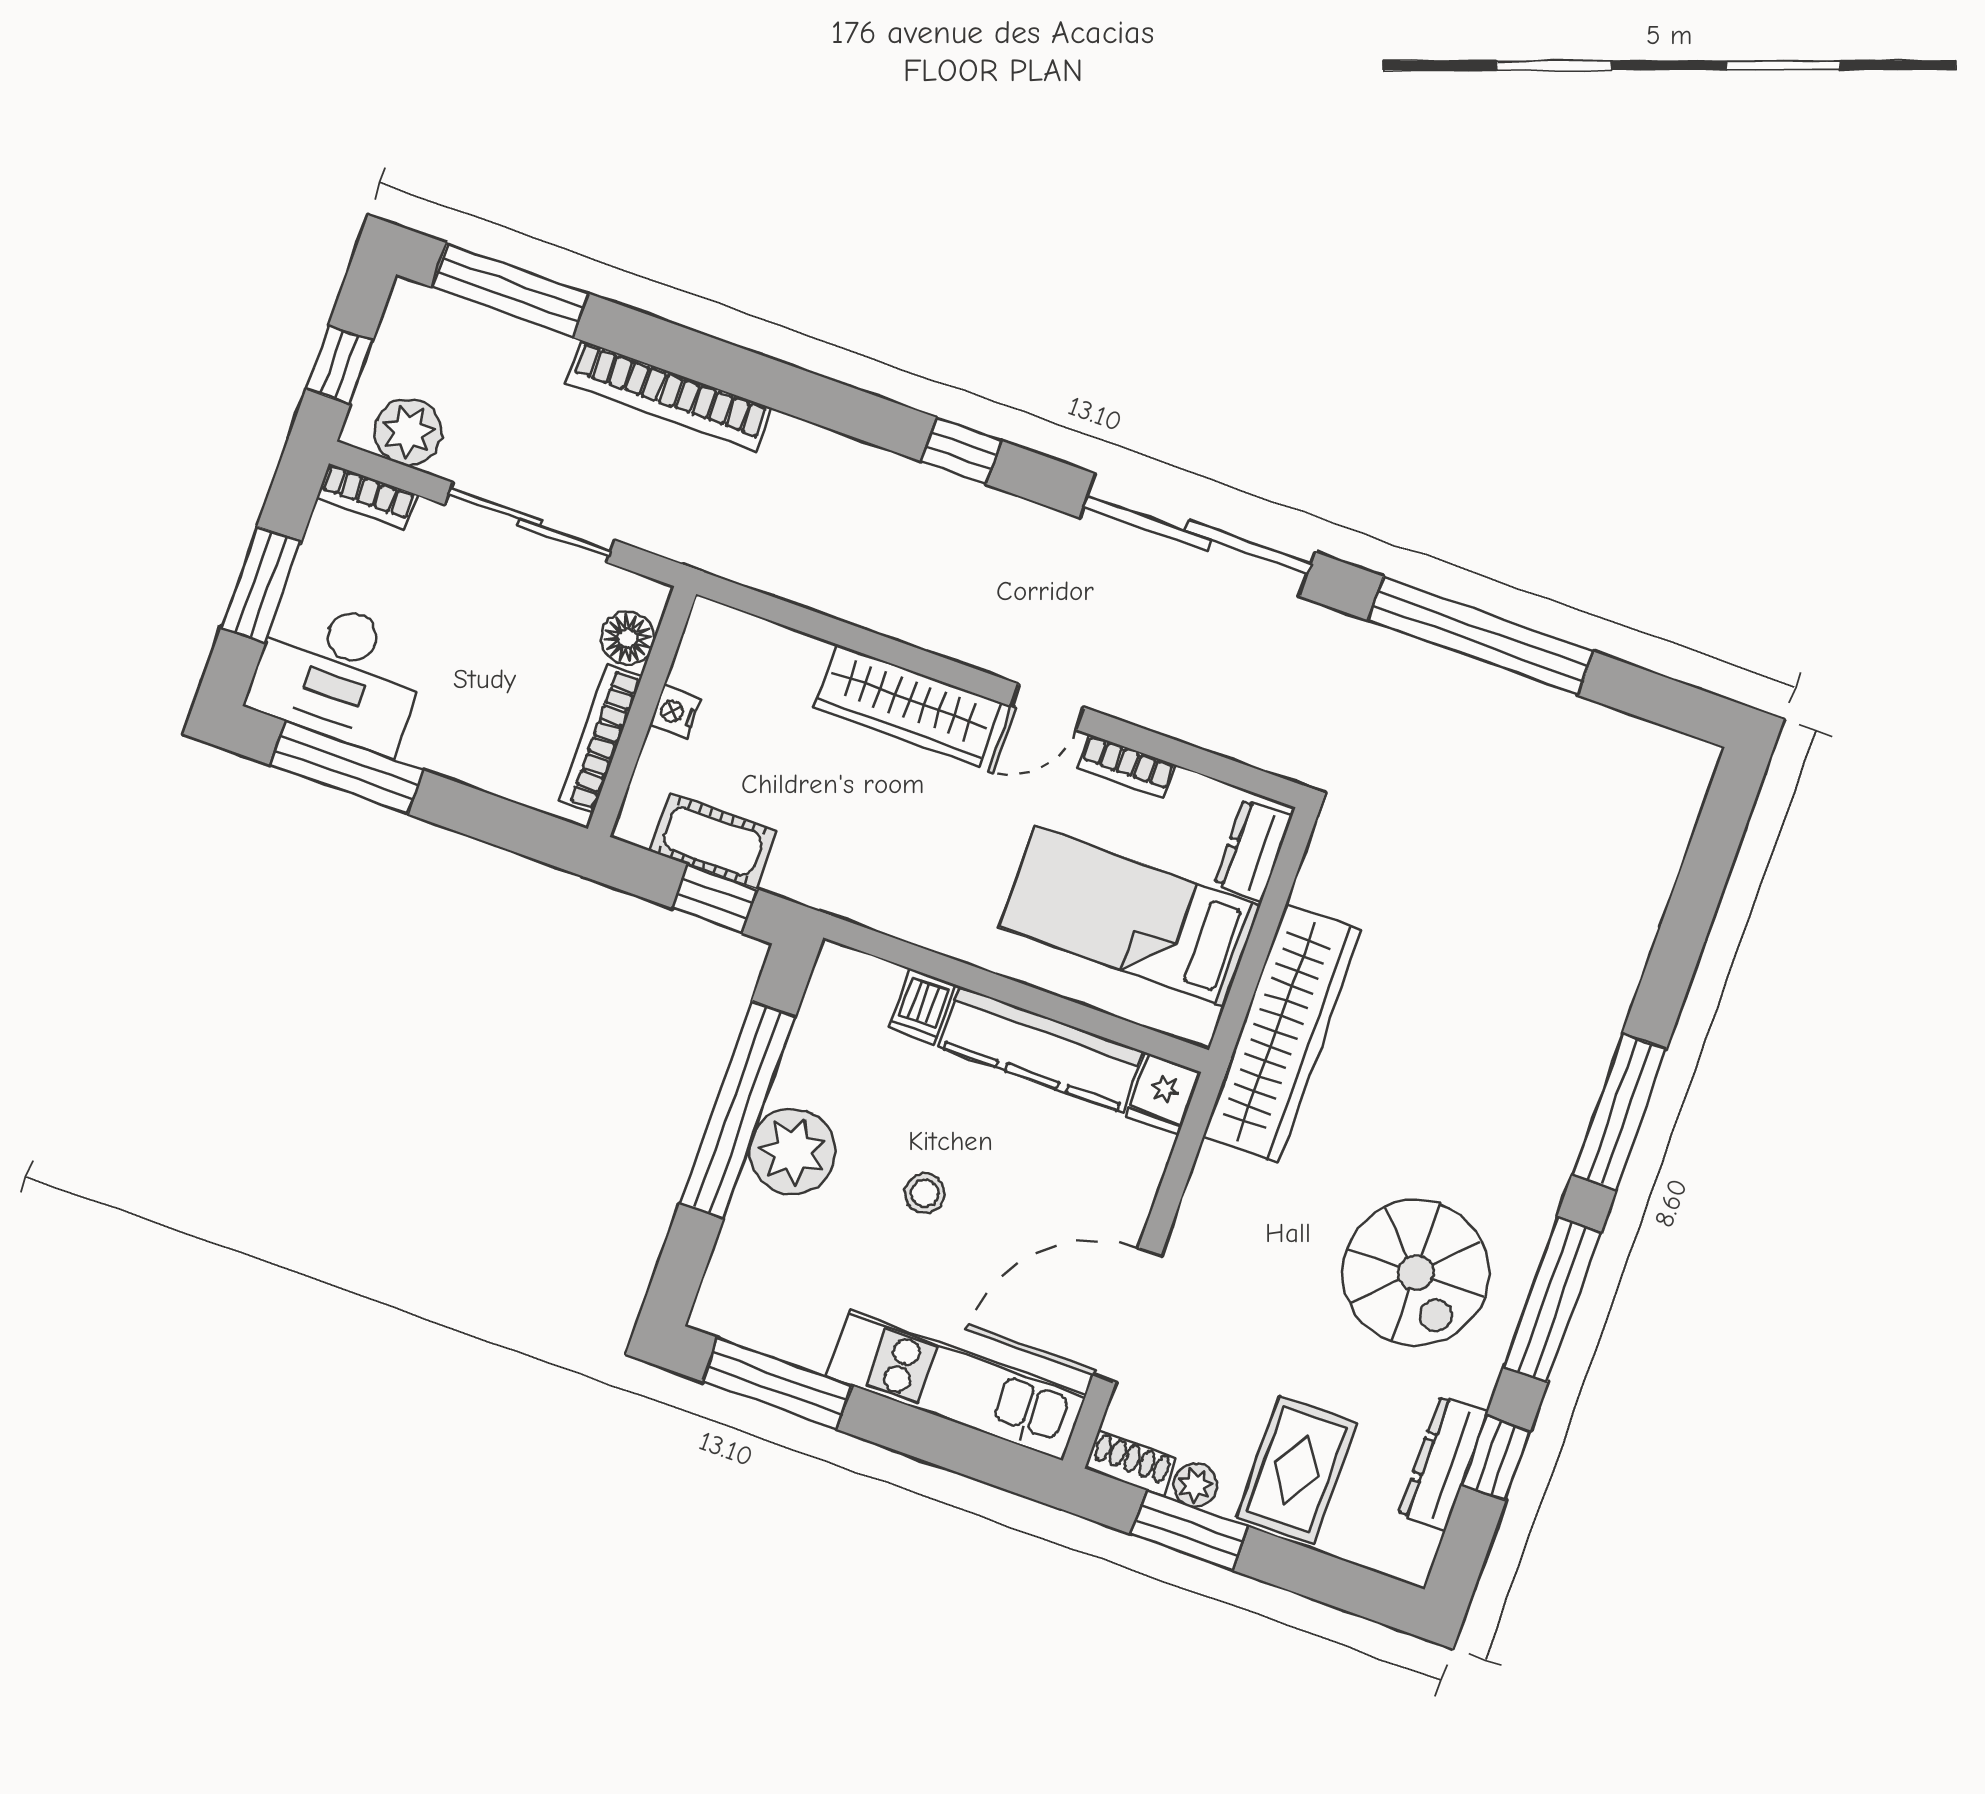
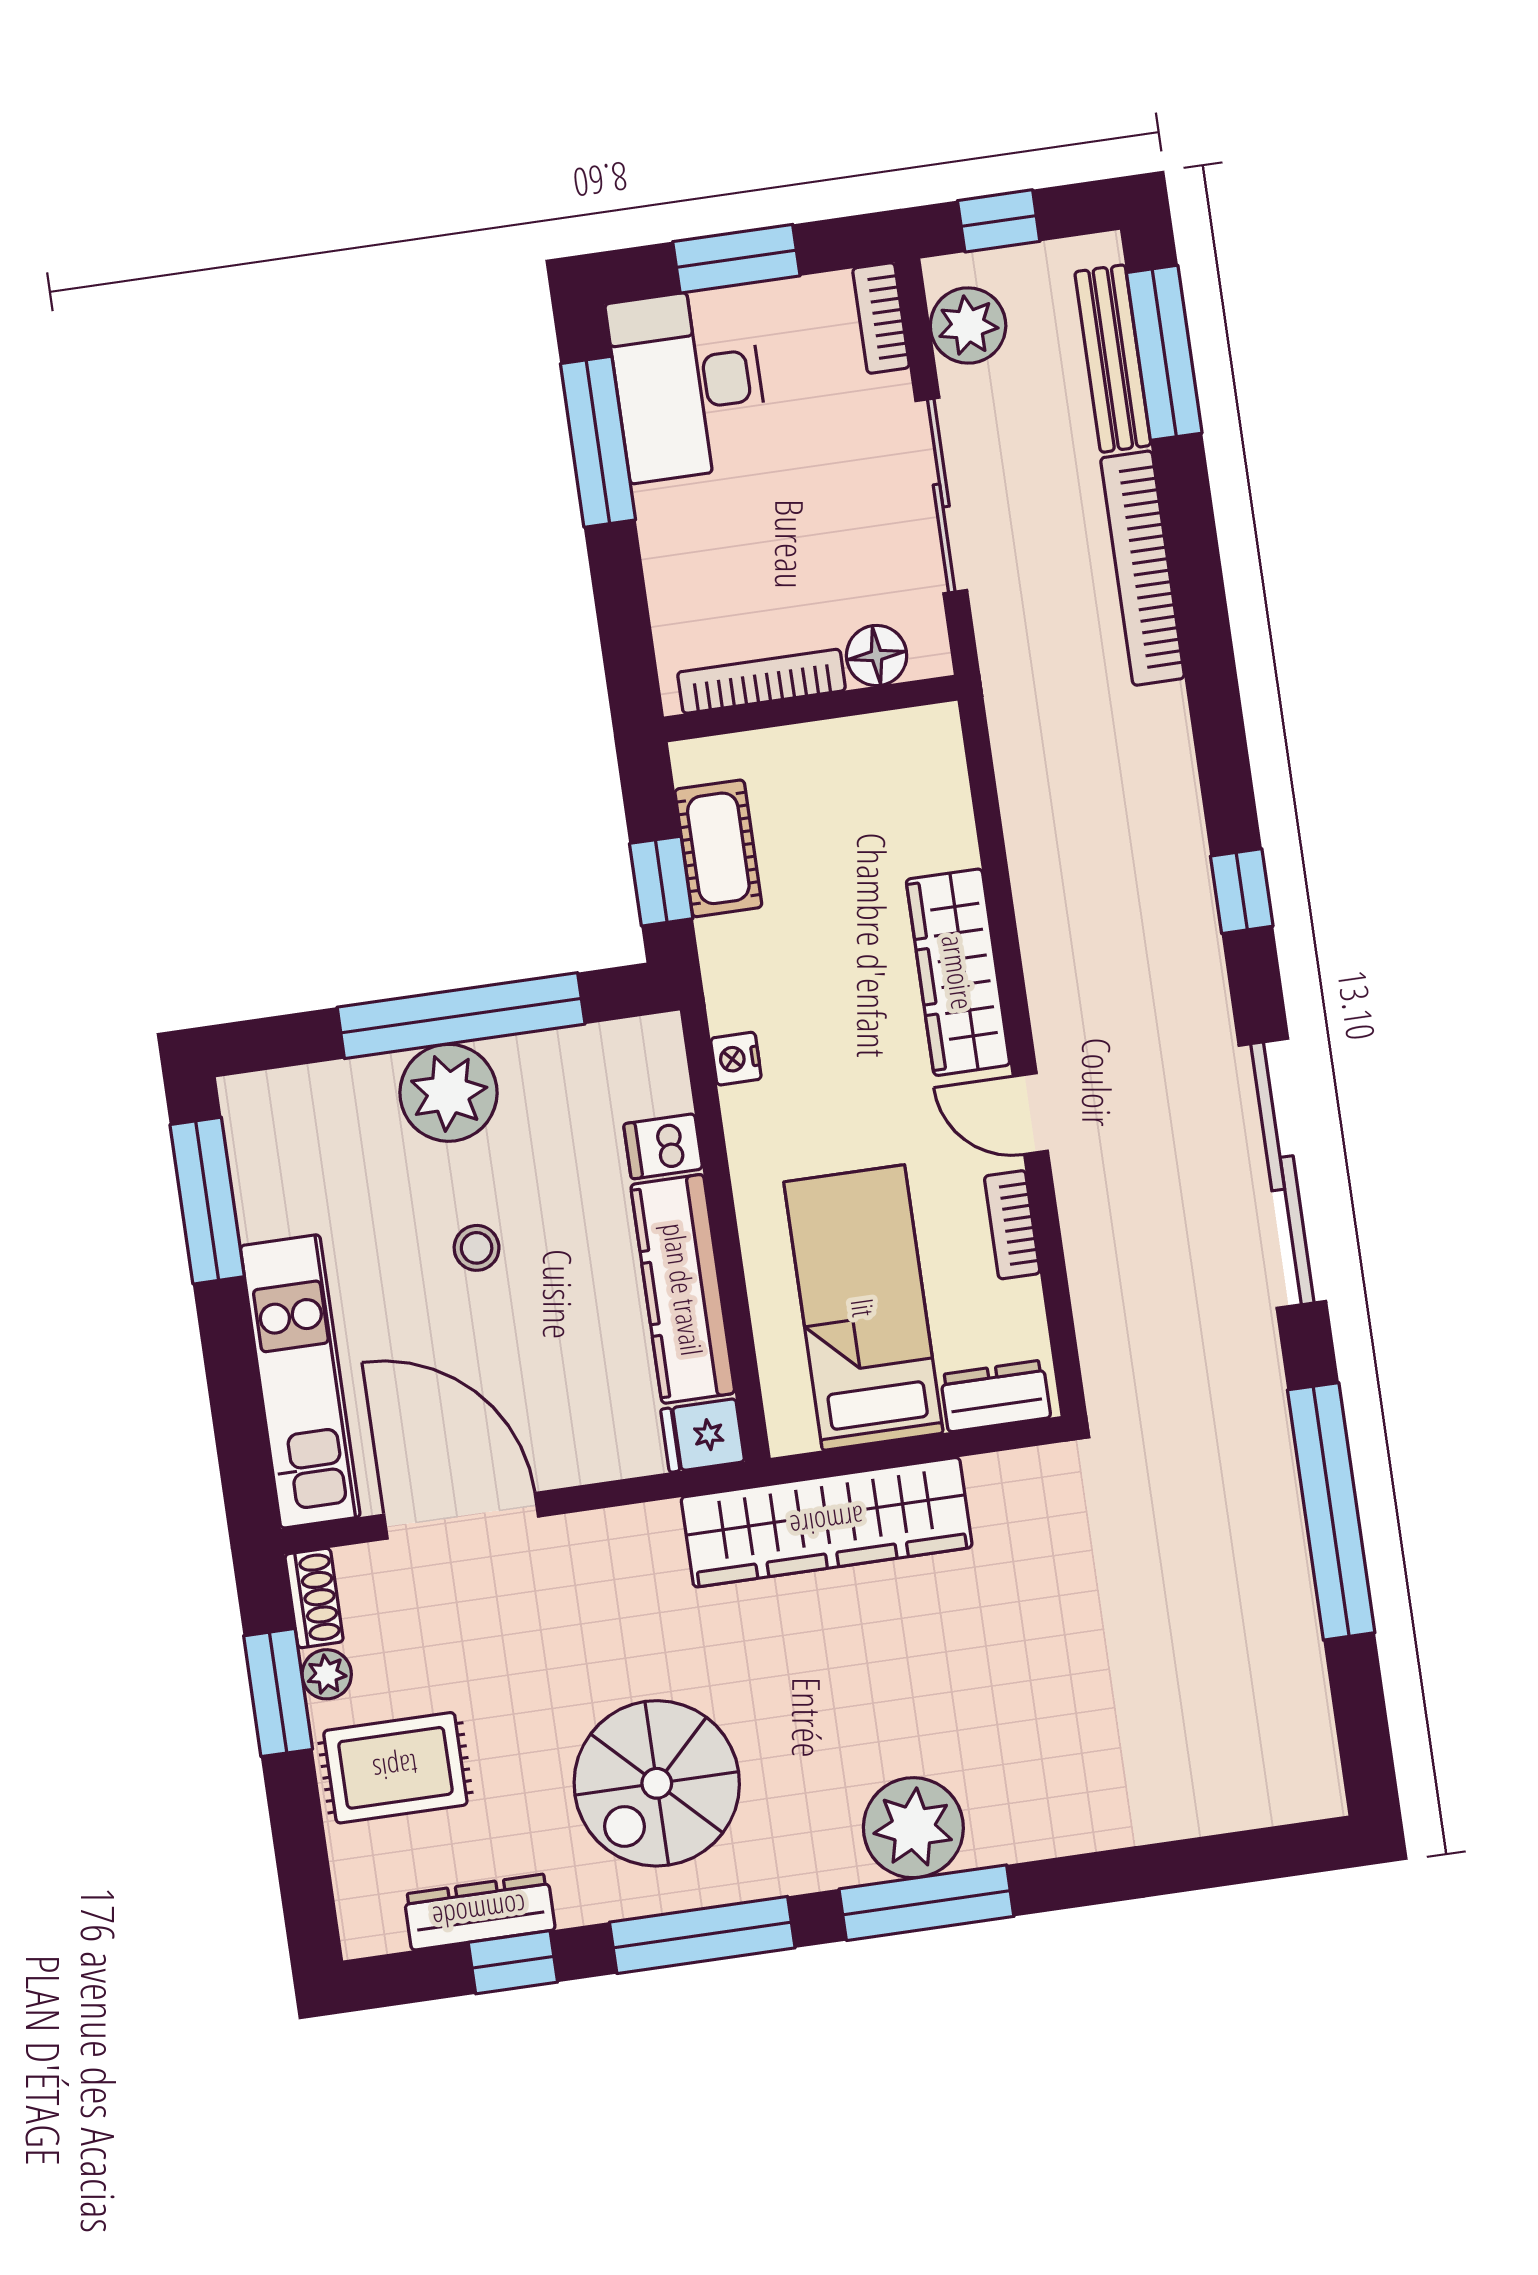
bench: (493, 333) -> (1113, 359), added
nightstand: (675, 712) -> (736, 1059), moved, turned -90
plant: (1556, 1091) -> (913, 1828), added

